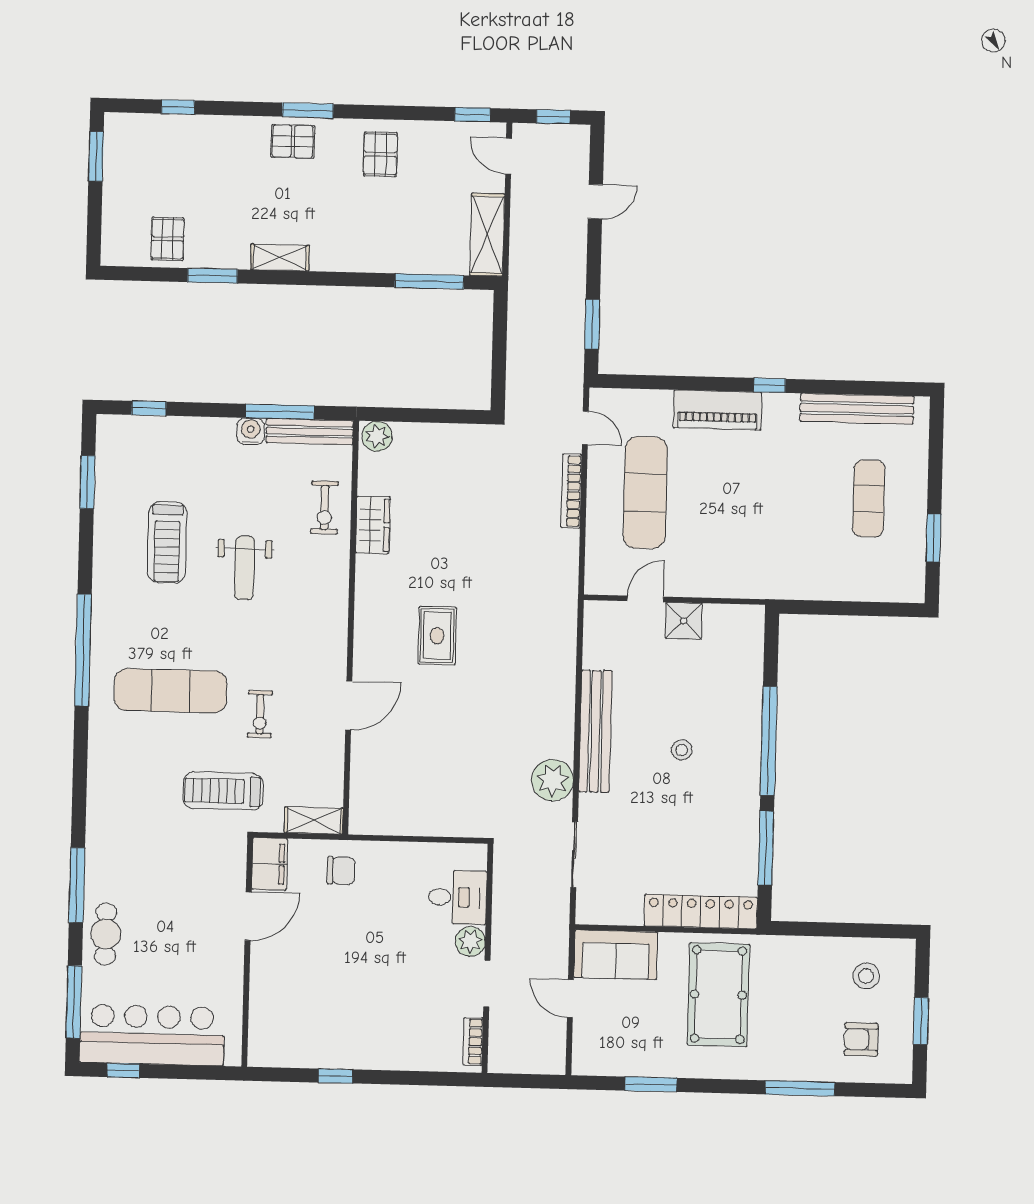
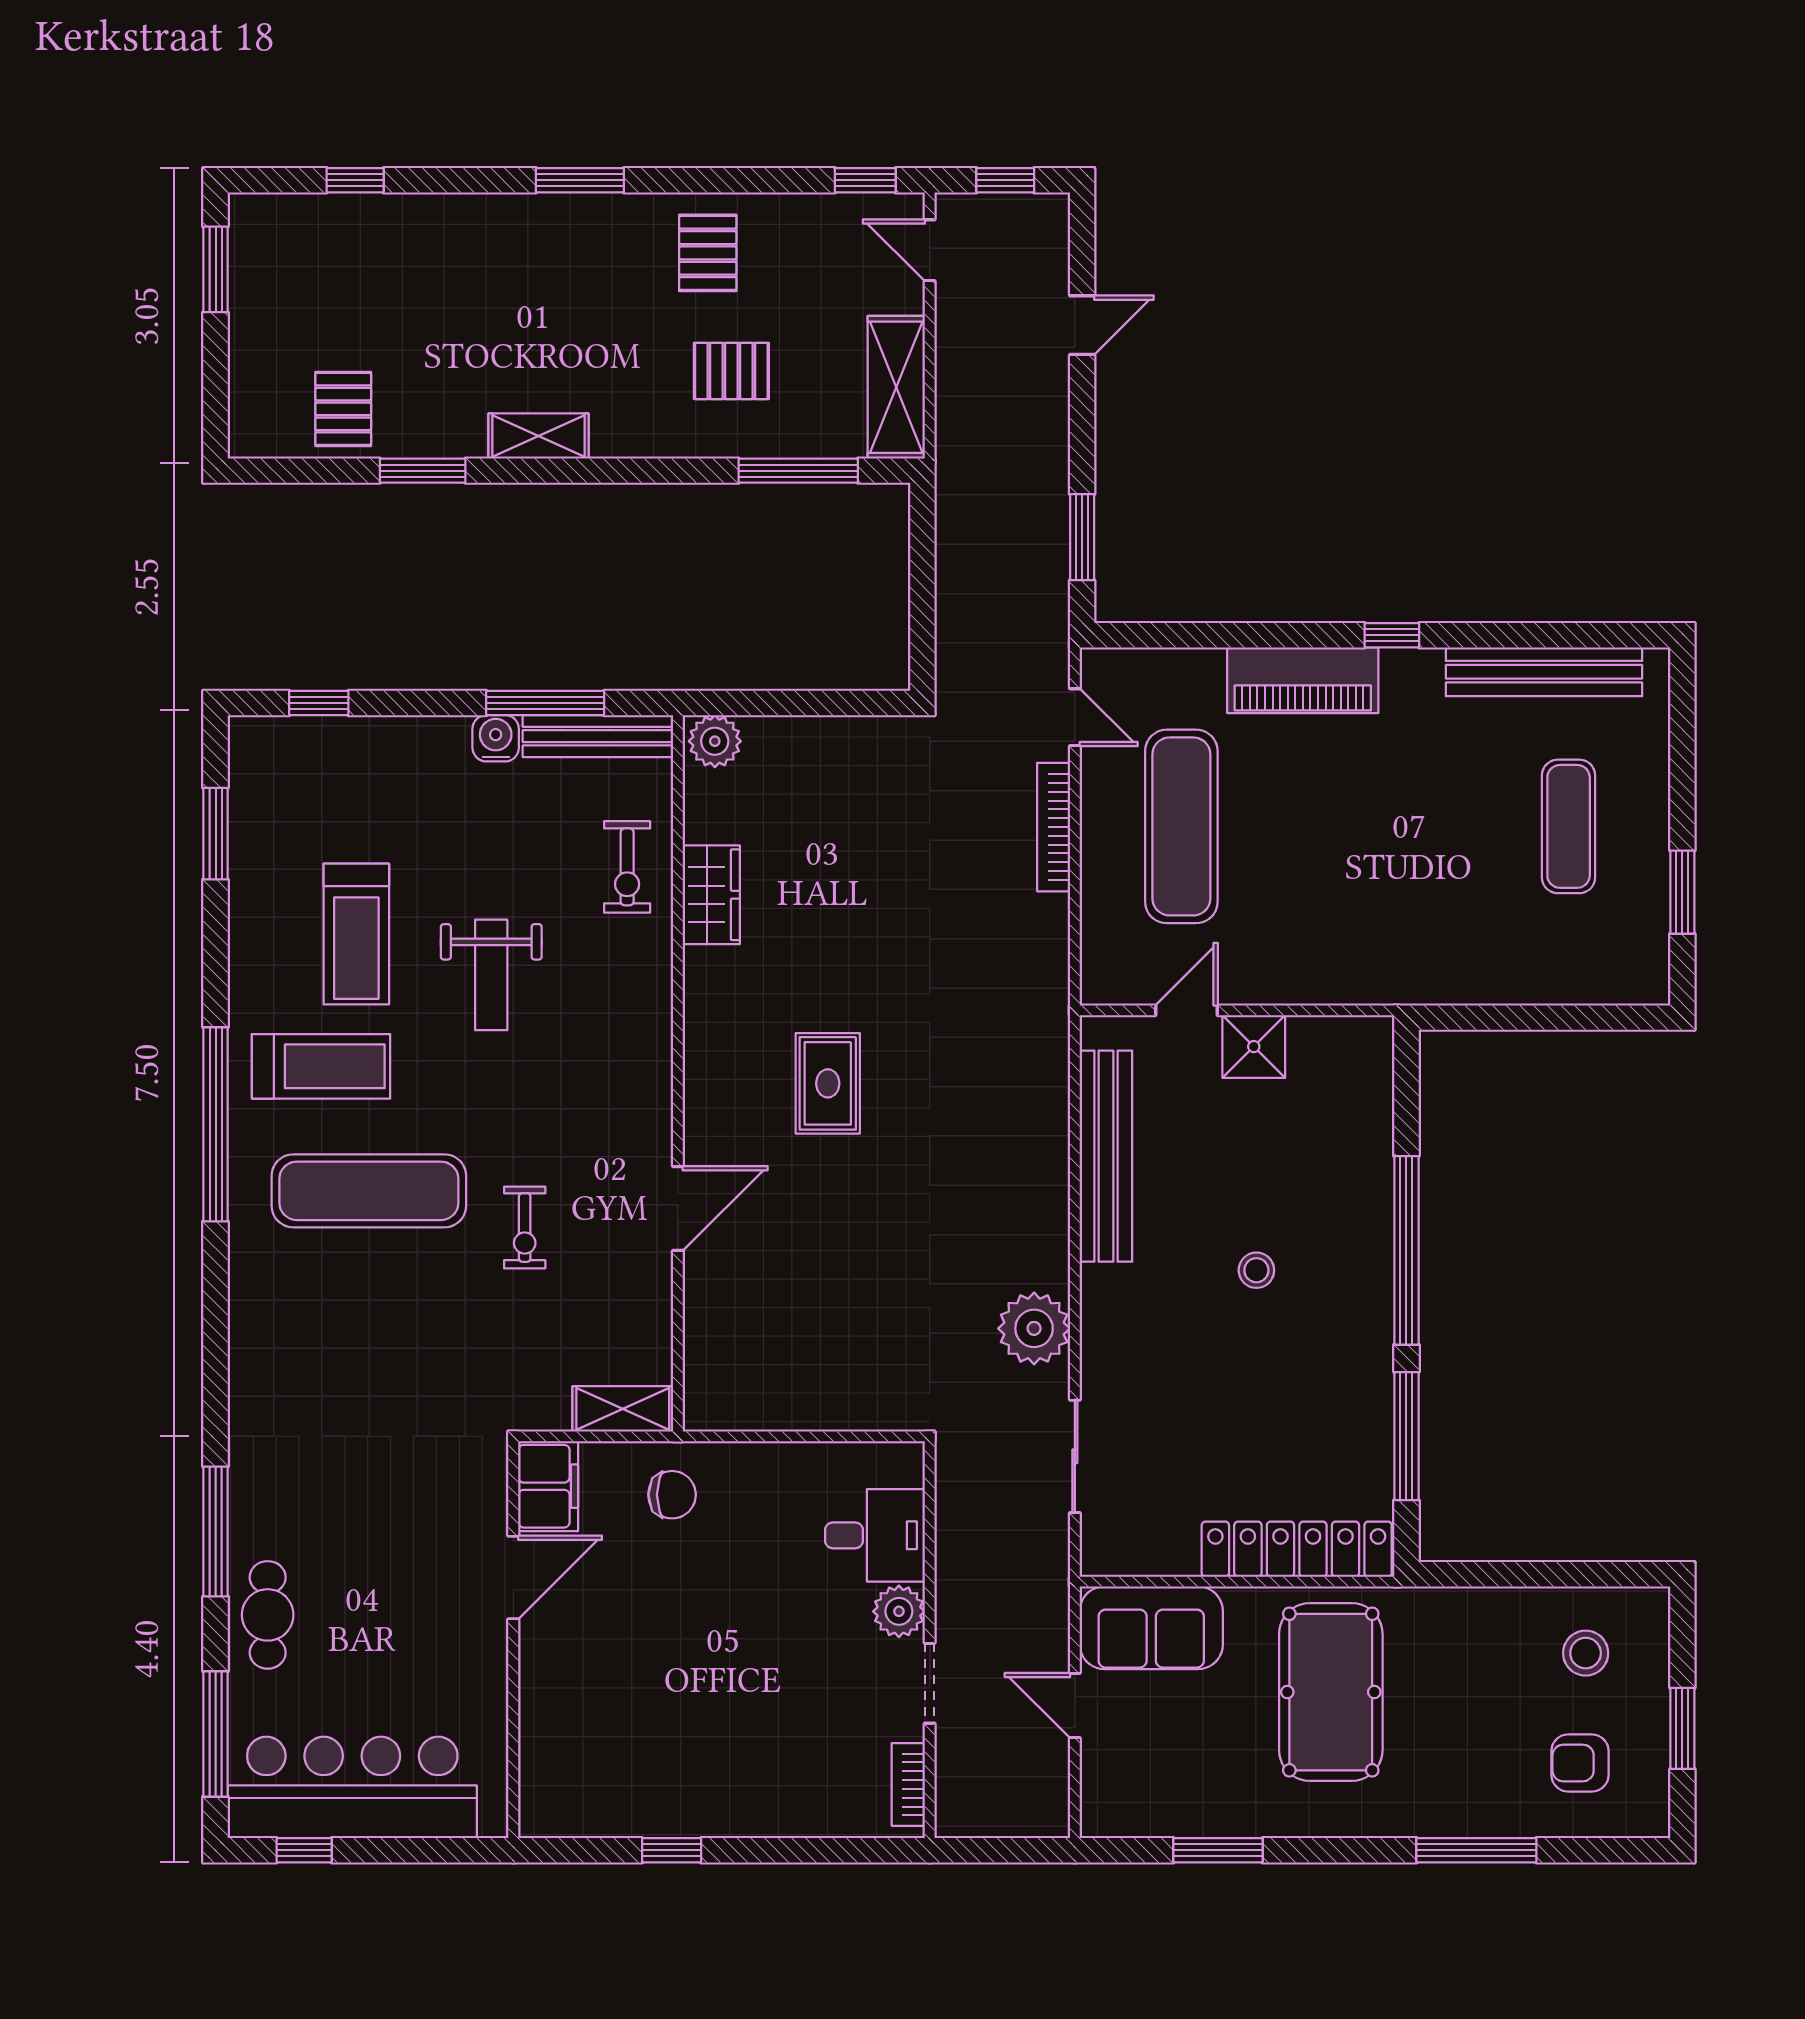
pallet: (293, 141) -> (731, 371), moved
bench: (595, 731) -> (1106, 1156), moved
treadmill: (223, 791) -> (321, 1066), moved, turned 180

